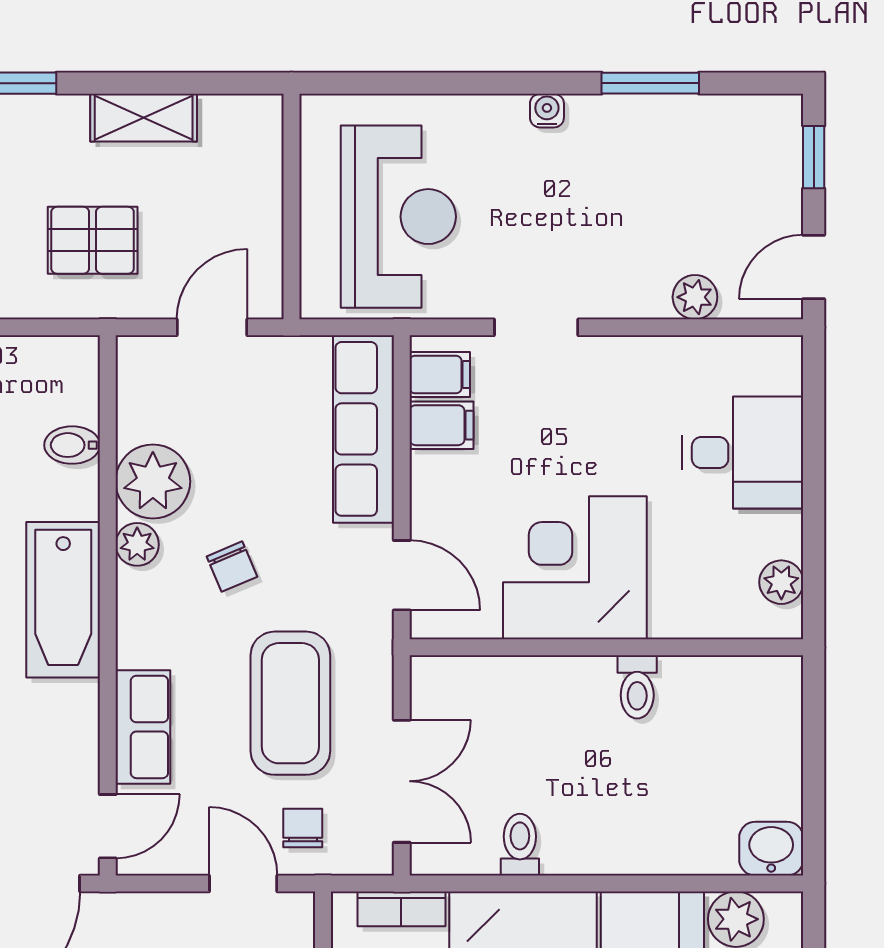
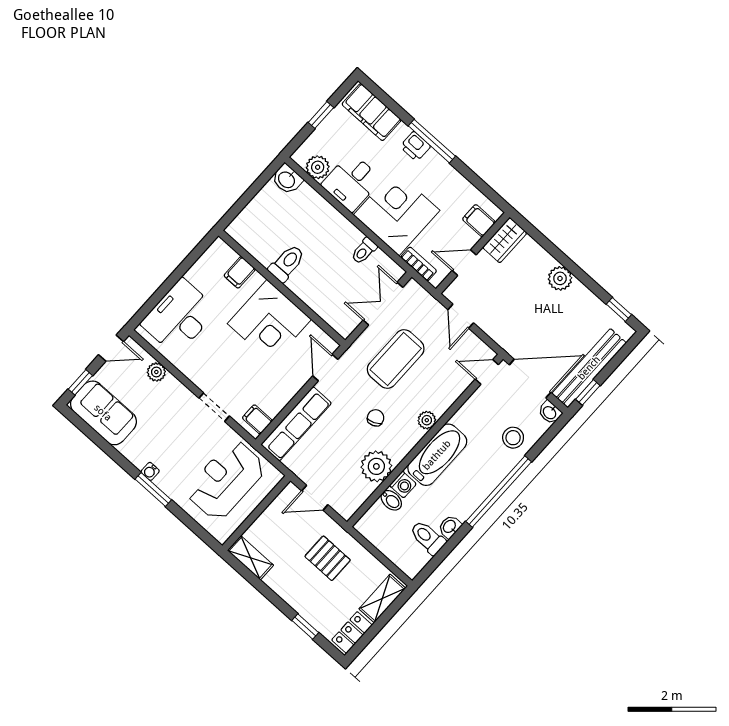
window: (650, 83) -> (153, 490), moved
shelving: (144, 118) -> (250, 558), moved
sofa: (723, 140) -> (103, 413), added
filing cabinet: (441, 425) -> (240, 272), moved, turned -90
desk: (743, 452) -> (179, 317), width x1.37
washing machine: (76, 492) -> (403, 485), added
plant: (137, 544) -> (427, 420), moved
plant: (781, 582) -> (209, 259), removed
toilet: (637, 687) -> (287, 263), width x1.37, depth x1.39
row of seats: (143, 727) -> (448, 393), removed
chair: (303, 828) -> (427, 317), removed

